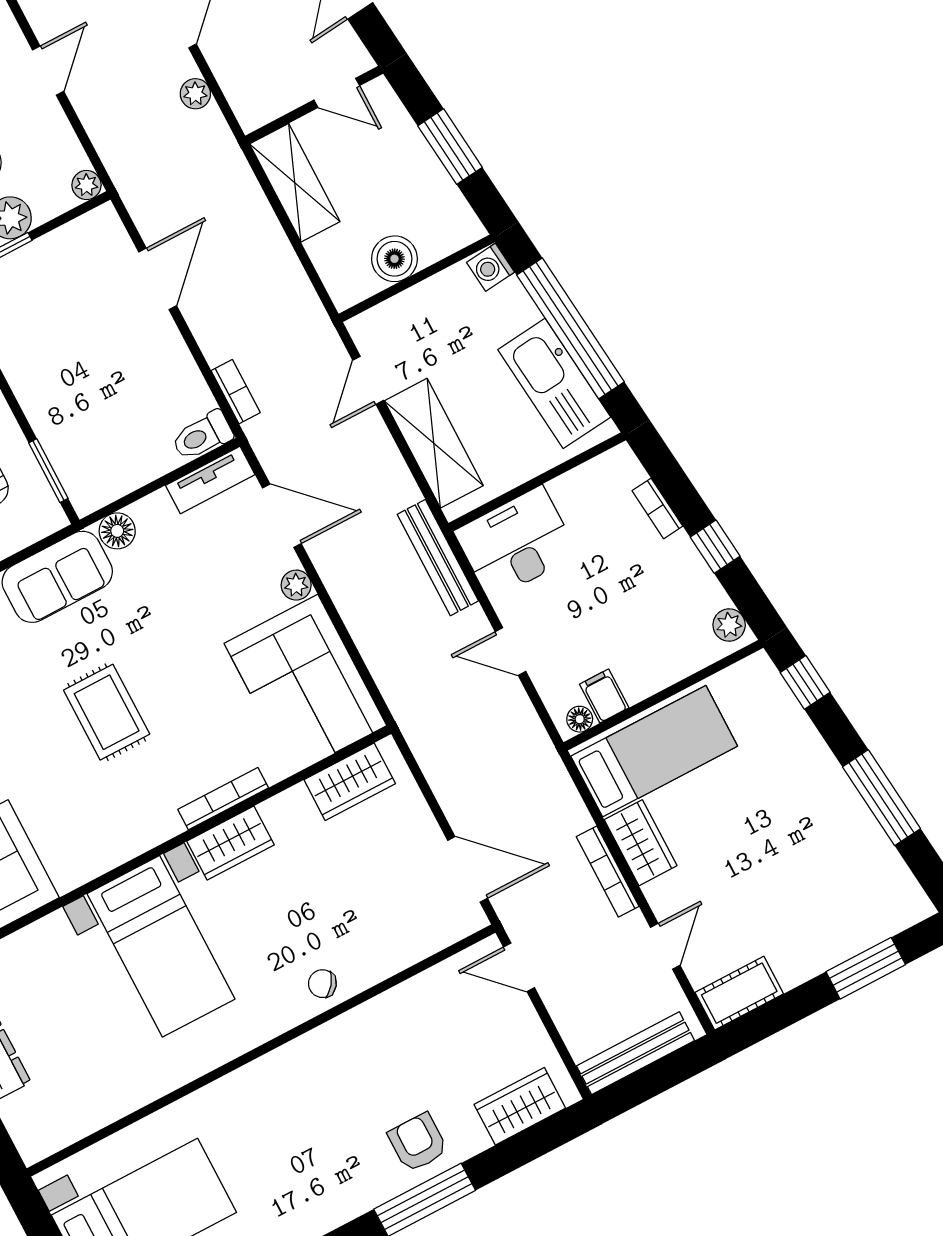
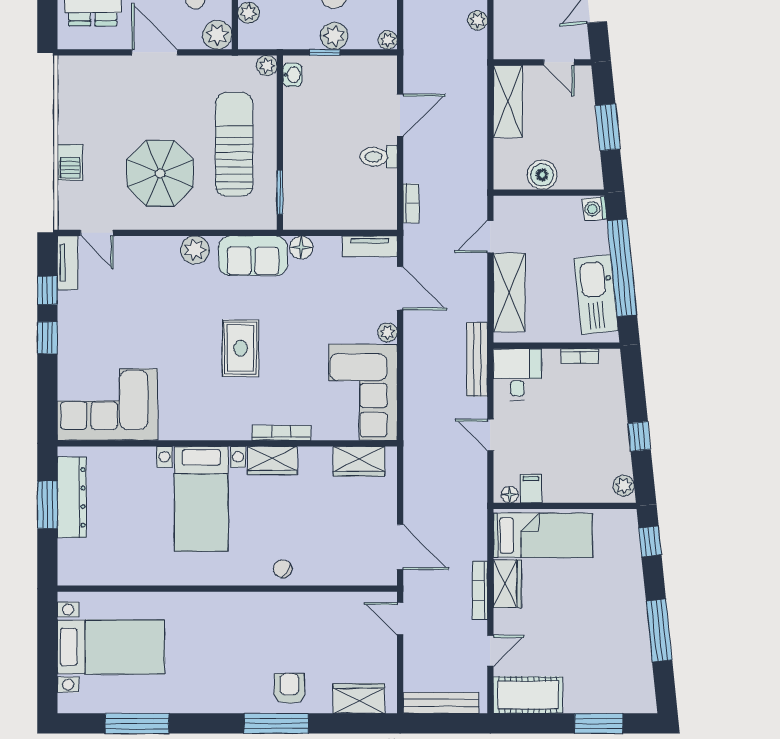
toilet: (202, 436) -> (379, 157), moved
bookcase: (657, 508) -> (580, 356), moved, turned -84
desk: (516, 543) -> (517, 374), width x0.73
cot: (739, 993) -> (528, 695), width x1.37, depth x1.34

